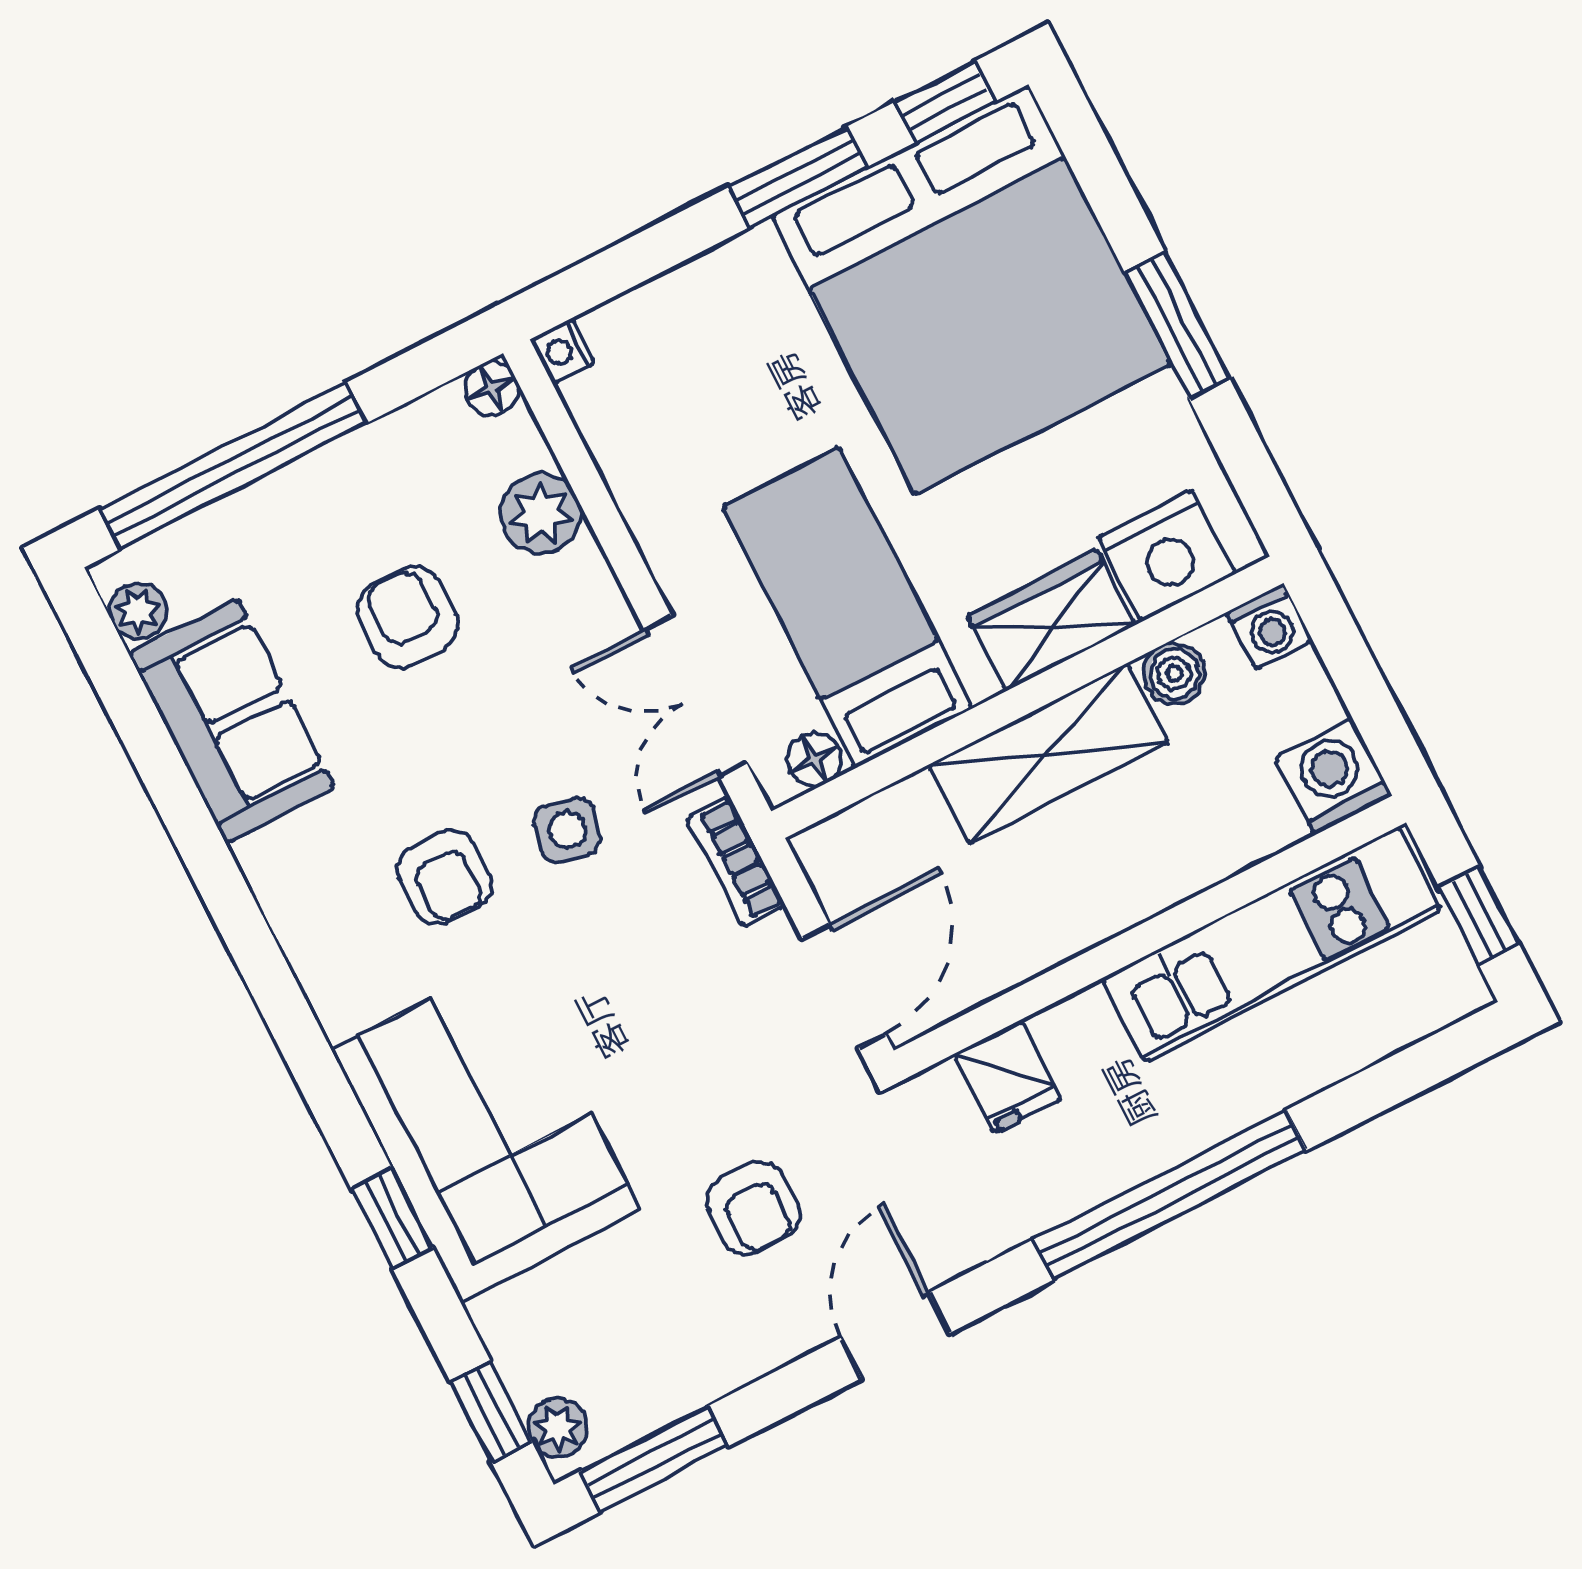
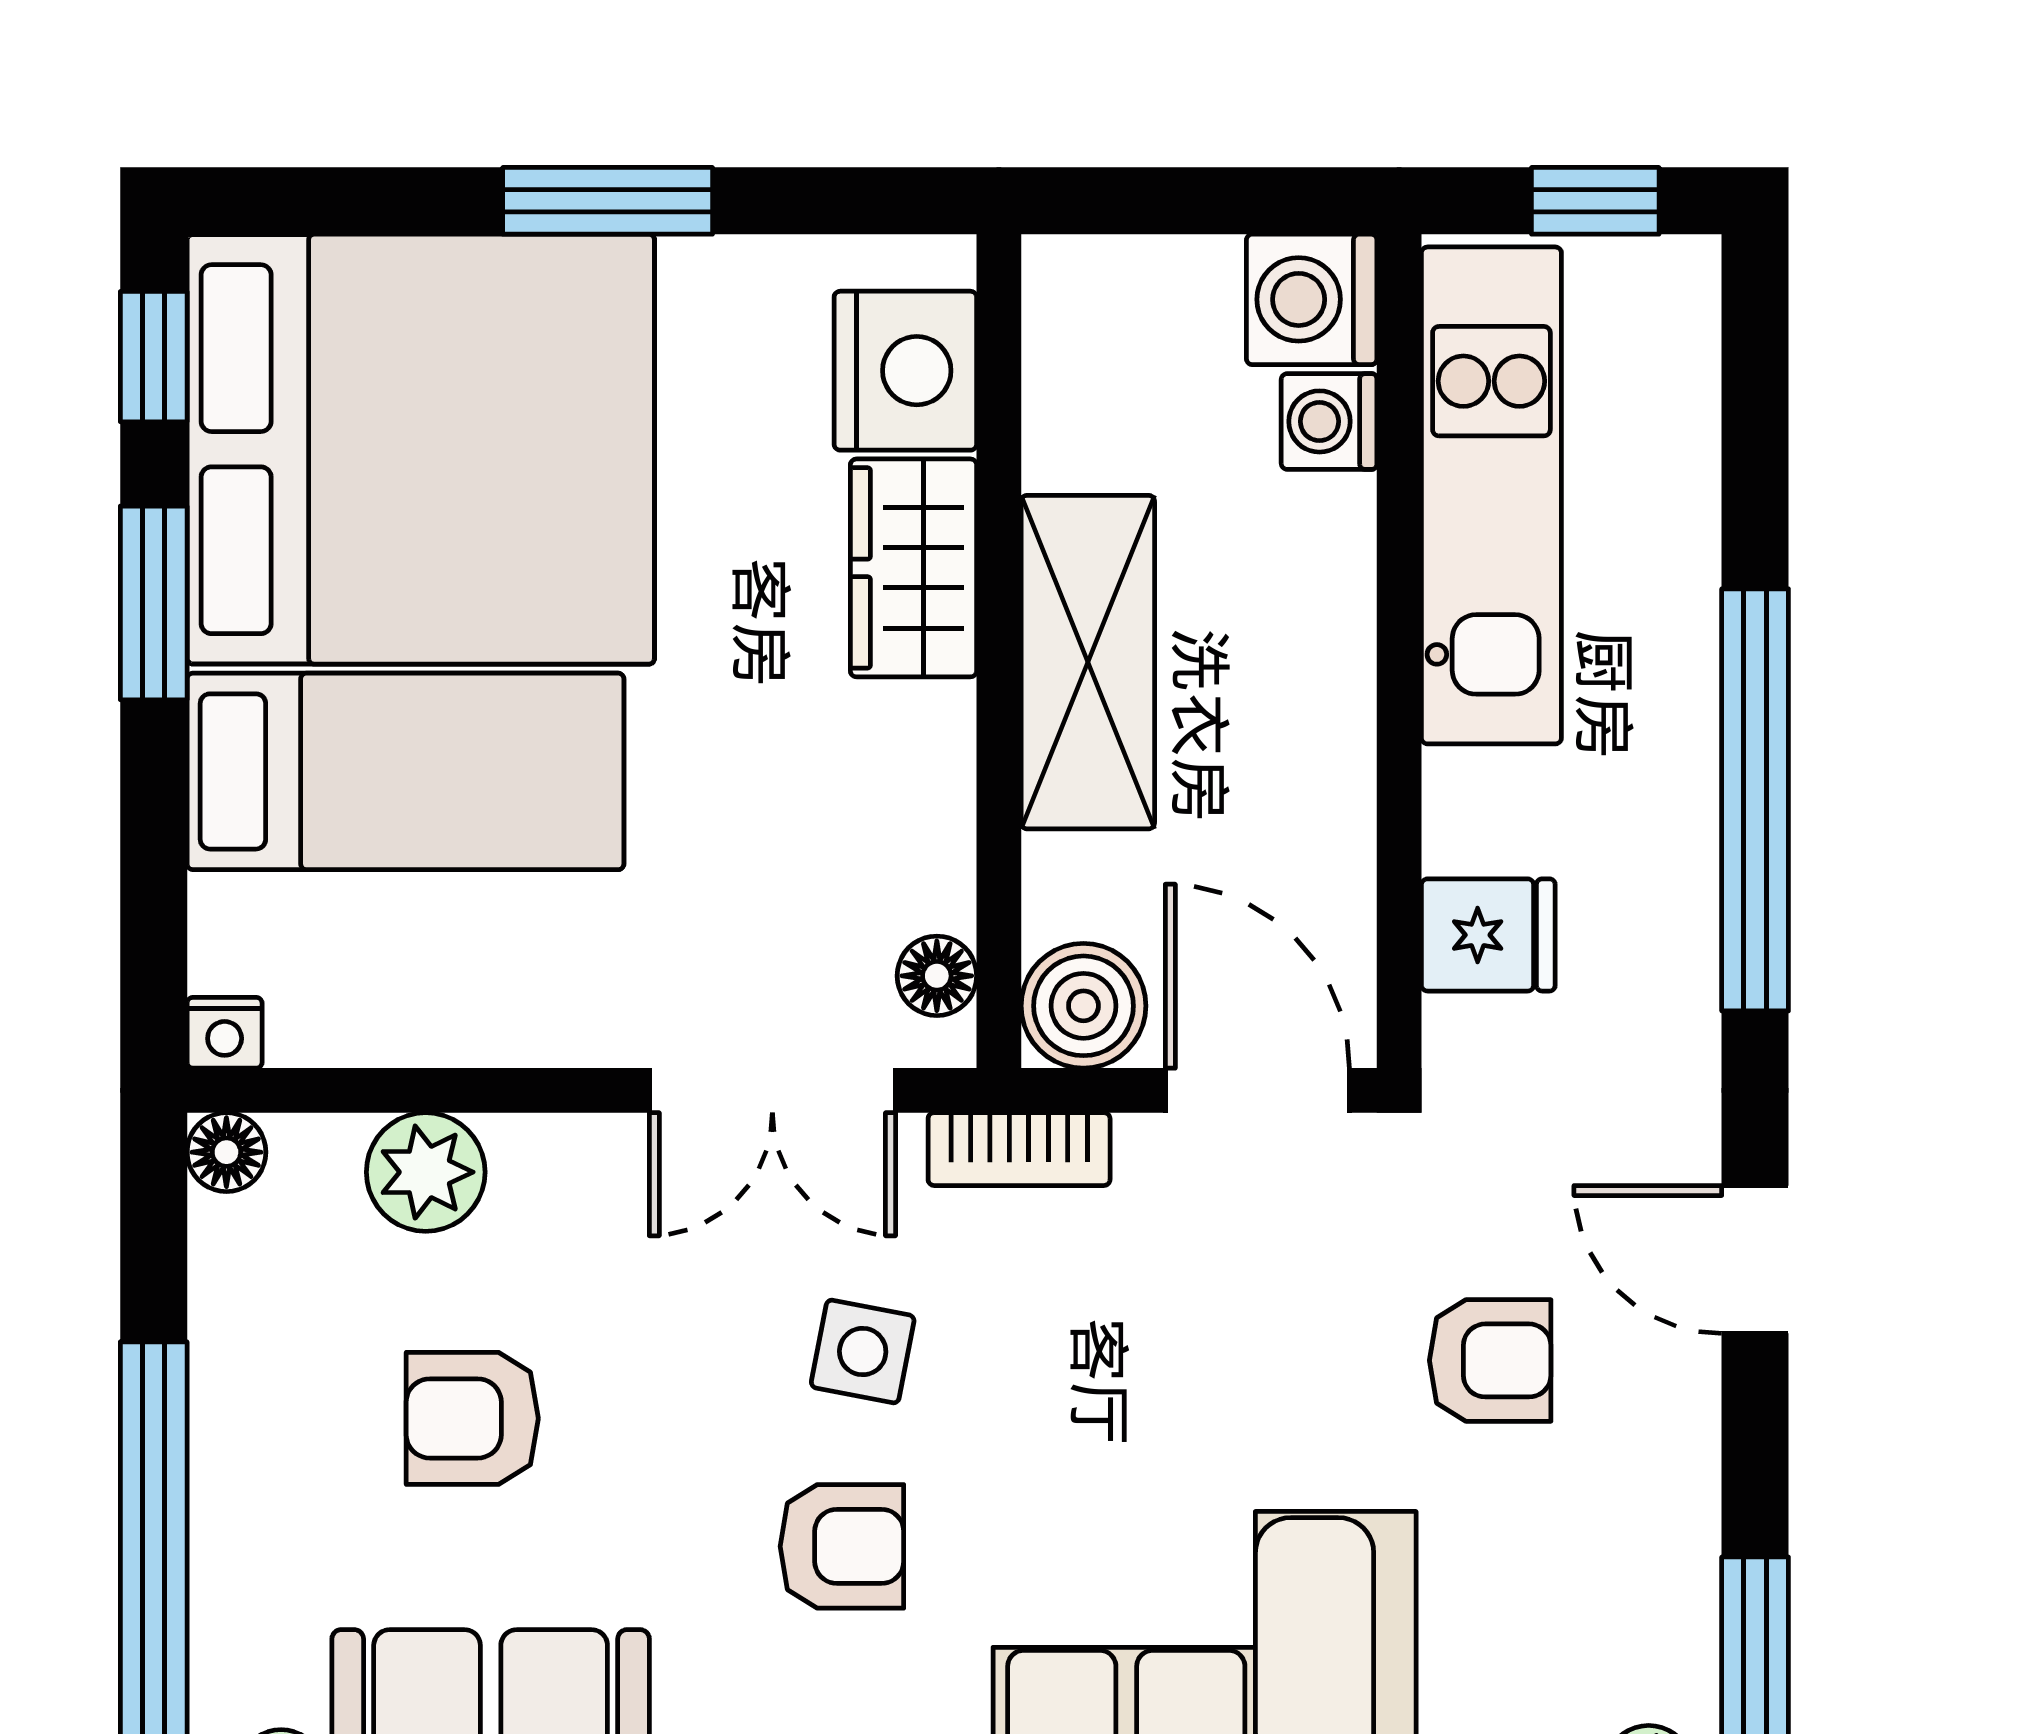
bed: (848, 608) -> (405, 771), moved, turned 180
washing machine: (1270, 626) -> (1329, 421), moved, turned 180
boiler: (1174, 673) -> (1083, 1006), moved, width x1.36, depth x1.36

